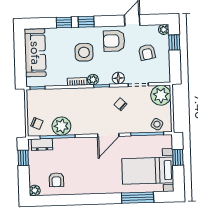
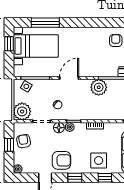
window: (86, 22) -> (75, 178), moved
window: (174, 42) -> (9, 145), moved
side table: (84, 52) -> (99, 160), moved
armchair: (147, 52) -> (24, 141), moved
plant: (93, 80) -> (70, 127), moved
plant: (61, 126) -> (99, 87), moved
window: (178, 157) -> (9, 44), moved

